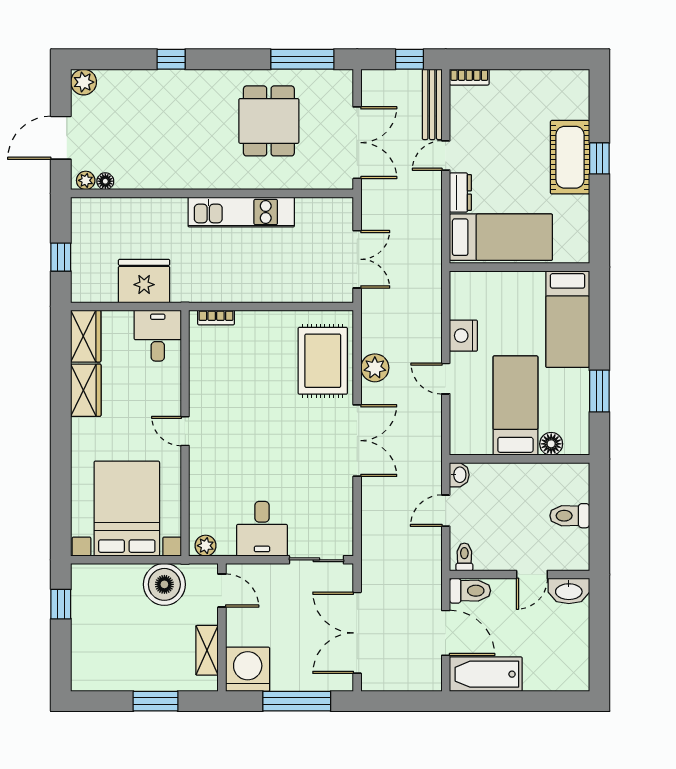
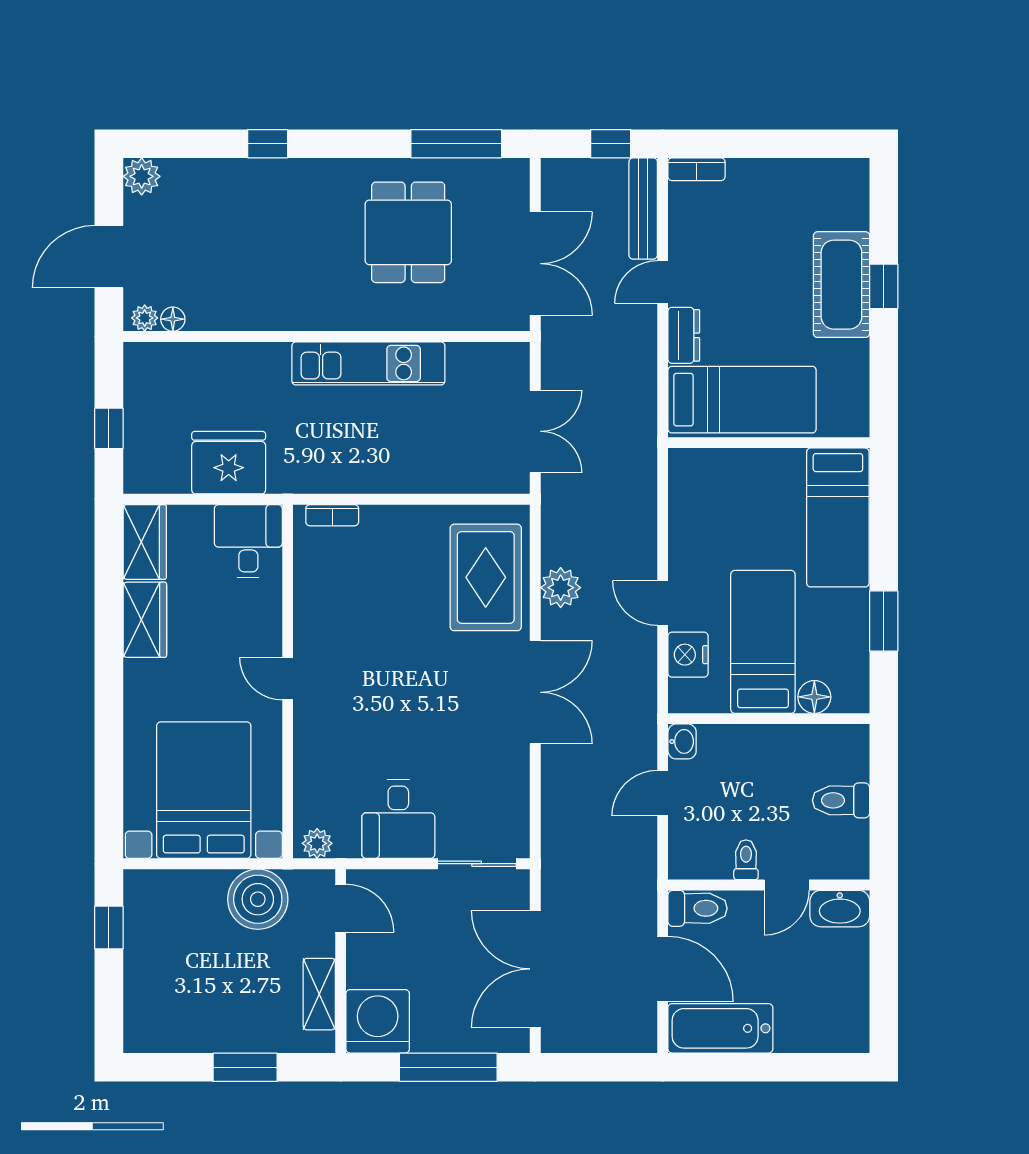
nightstand: (463, 336) -> (688, 655), moved
toilet: (464, 557) -> (746, 860), moved

